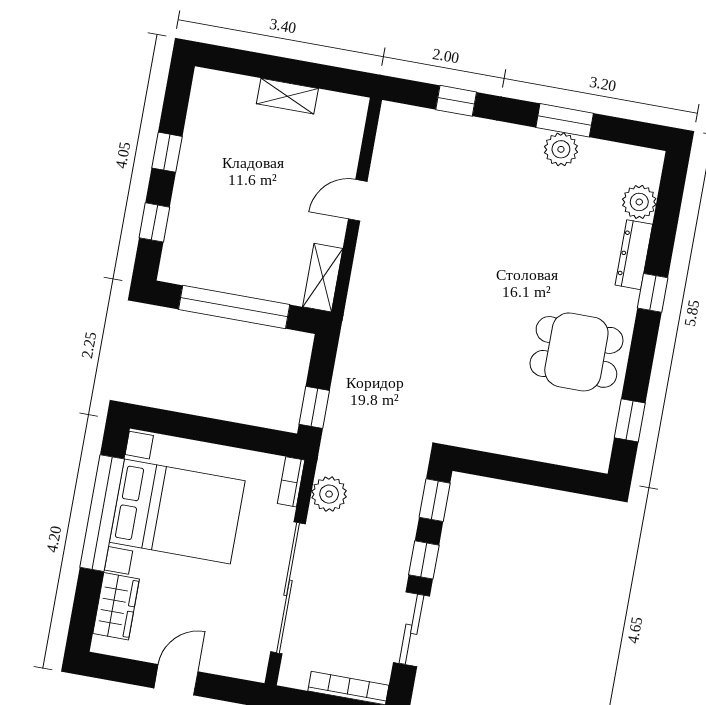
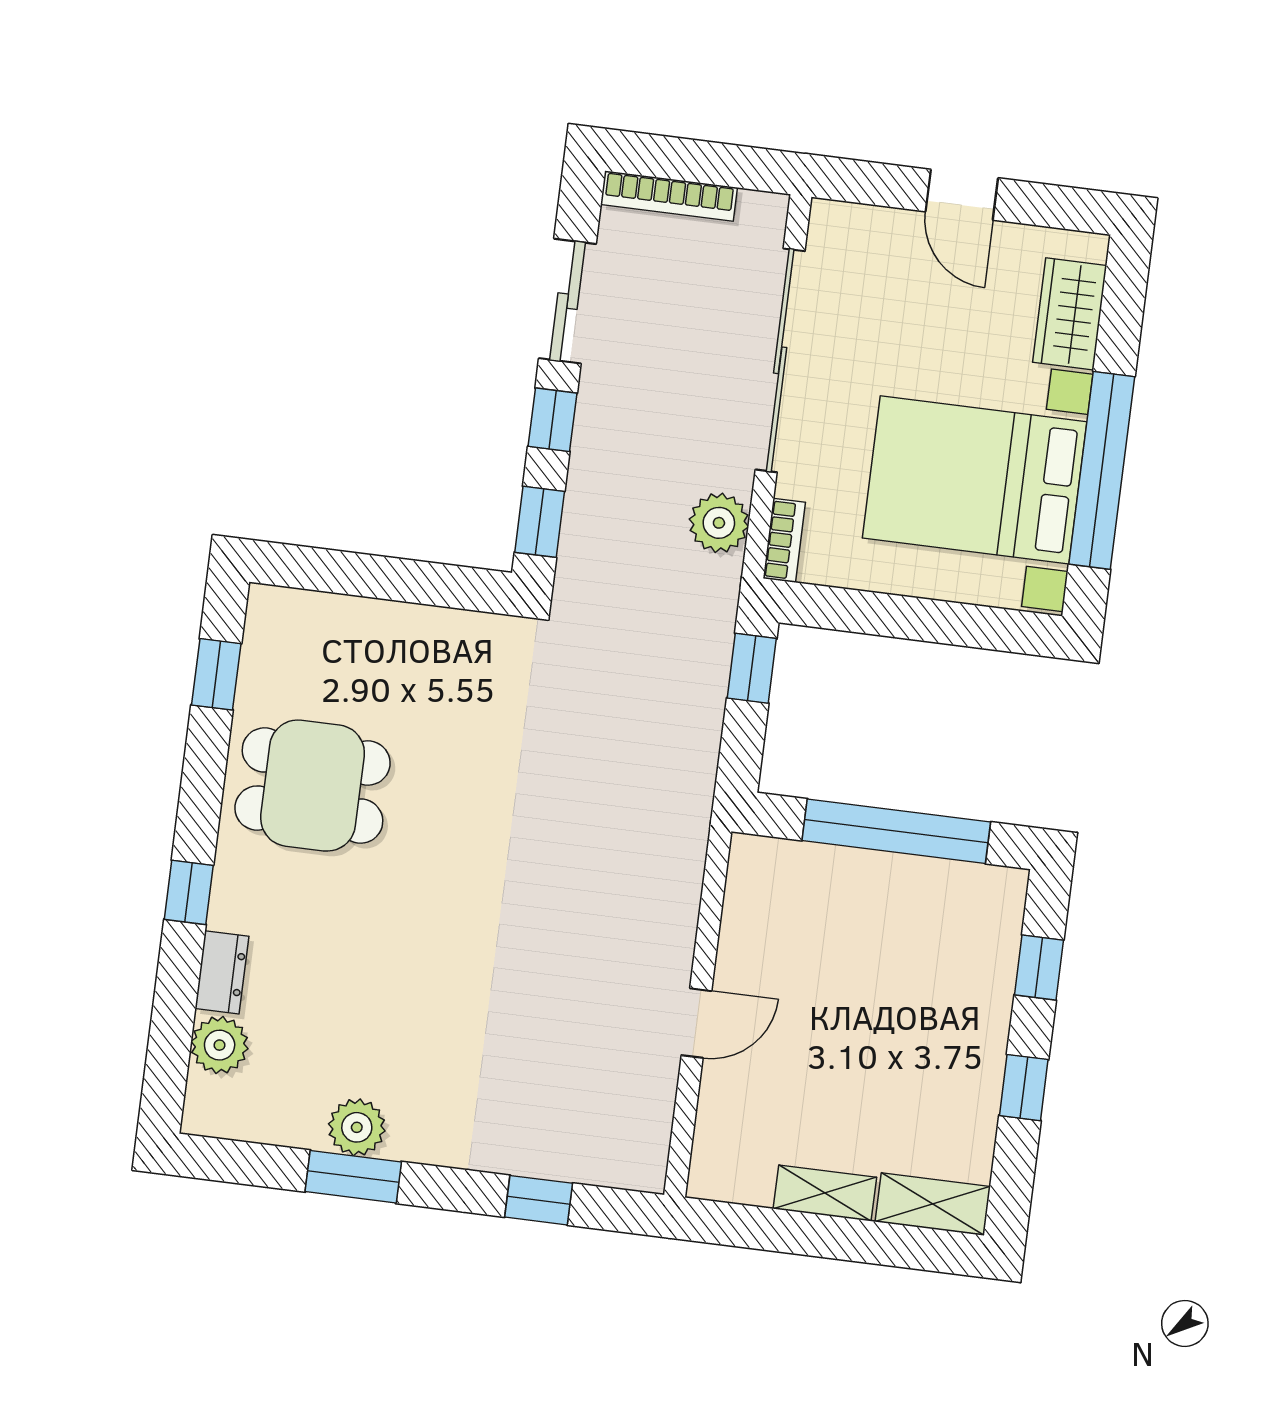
dresser: (634, 255) -> (222, 972), width x0.70
shelving: (323, 278) -> (933, 1204), moved, turned 90
door: (176, 680) -> (962, 195), hinge flipped

